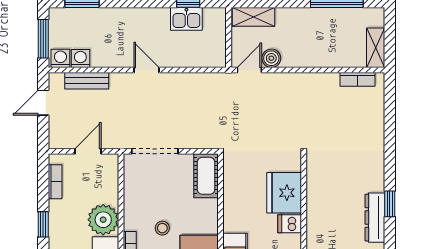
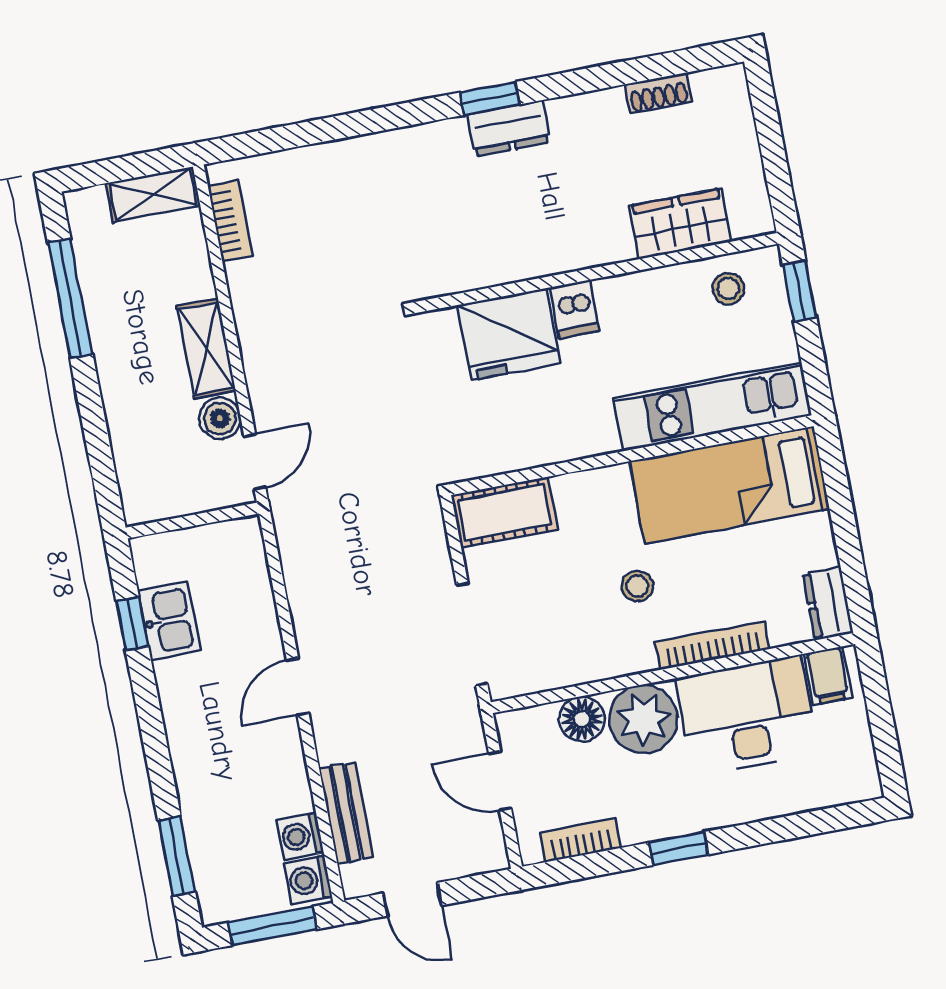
shelving: (254, 17) -> (206, 348), moved
door: (249, 70) -> (255, 461), swing flipped
floor lamp: (108, 193) -> (582, 719), added
dresser: (375, 218) -> (509, 128), width x0.70

